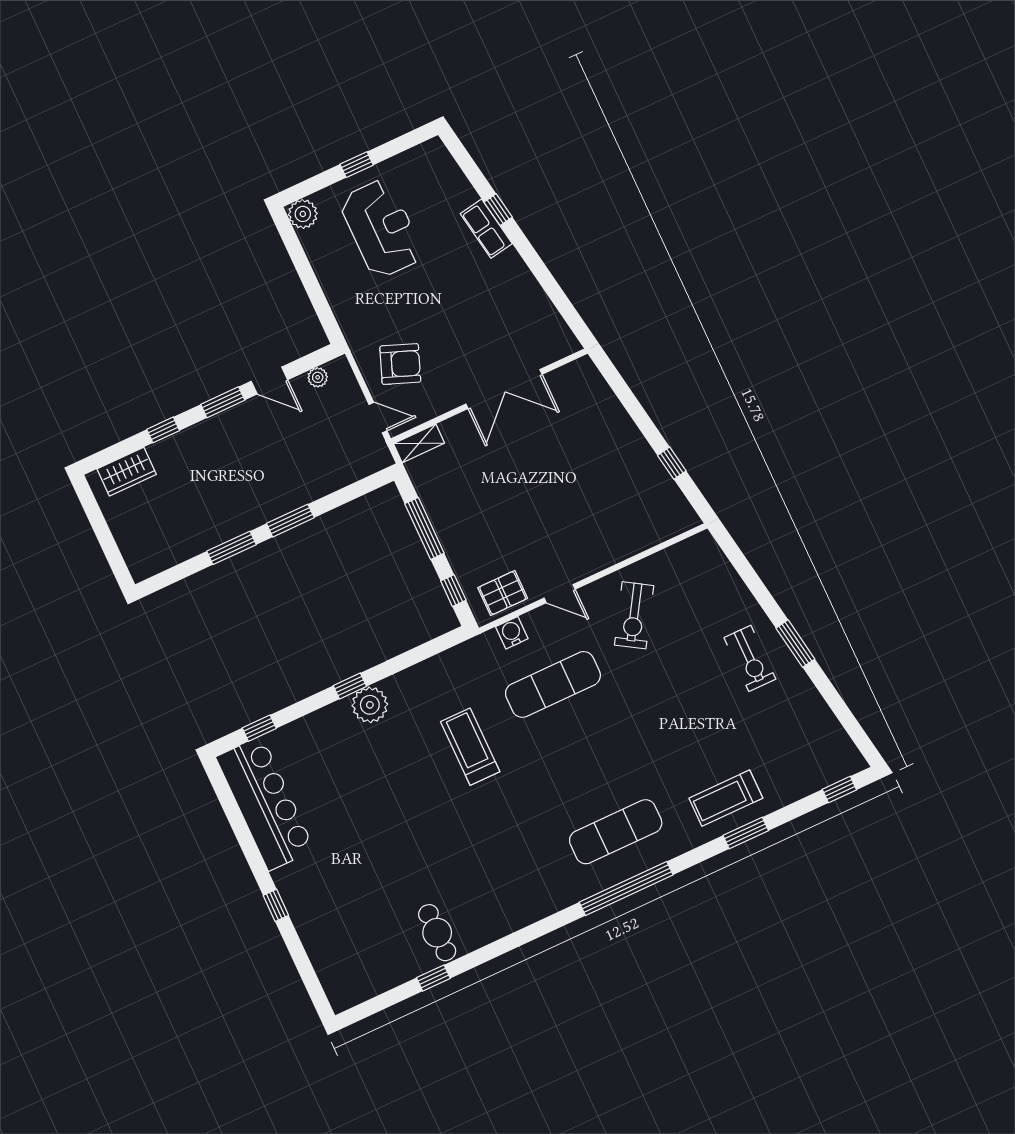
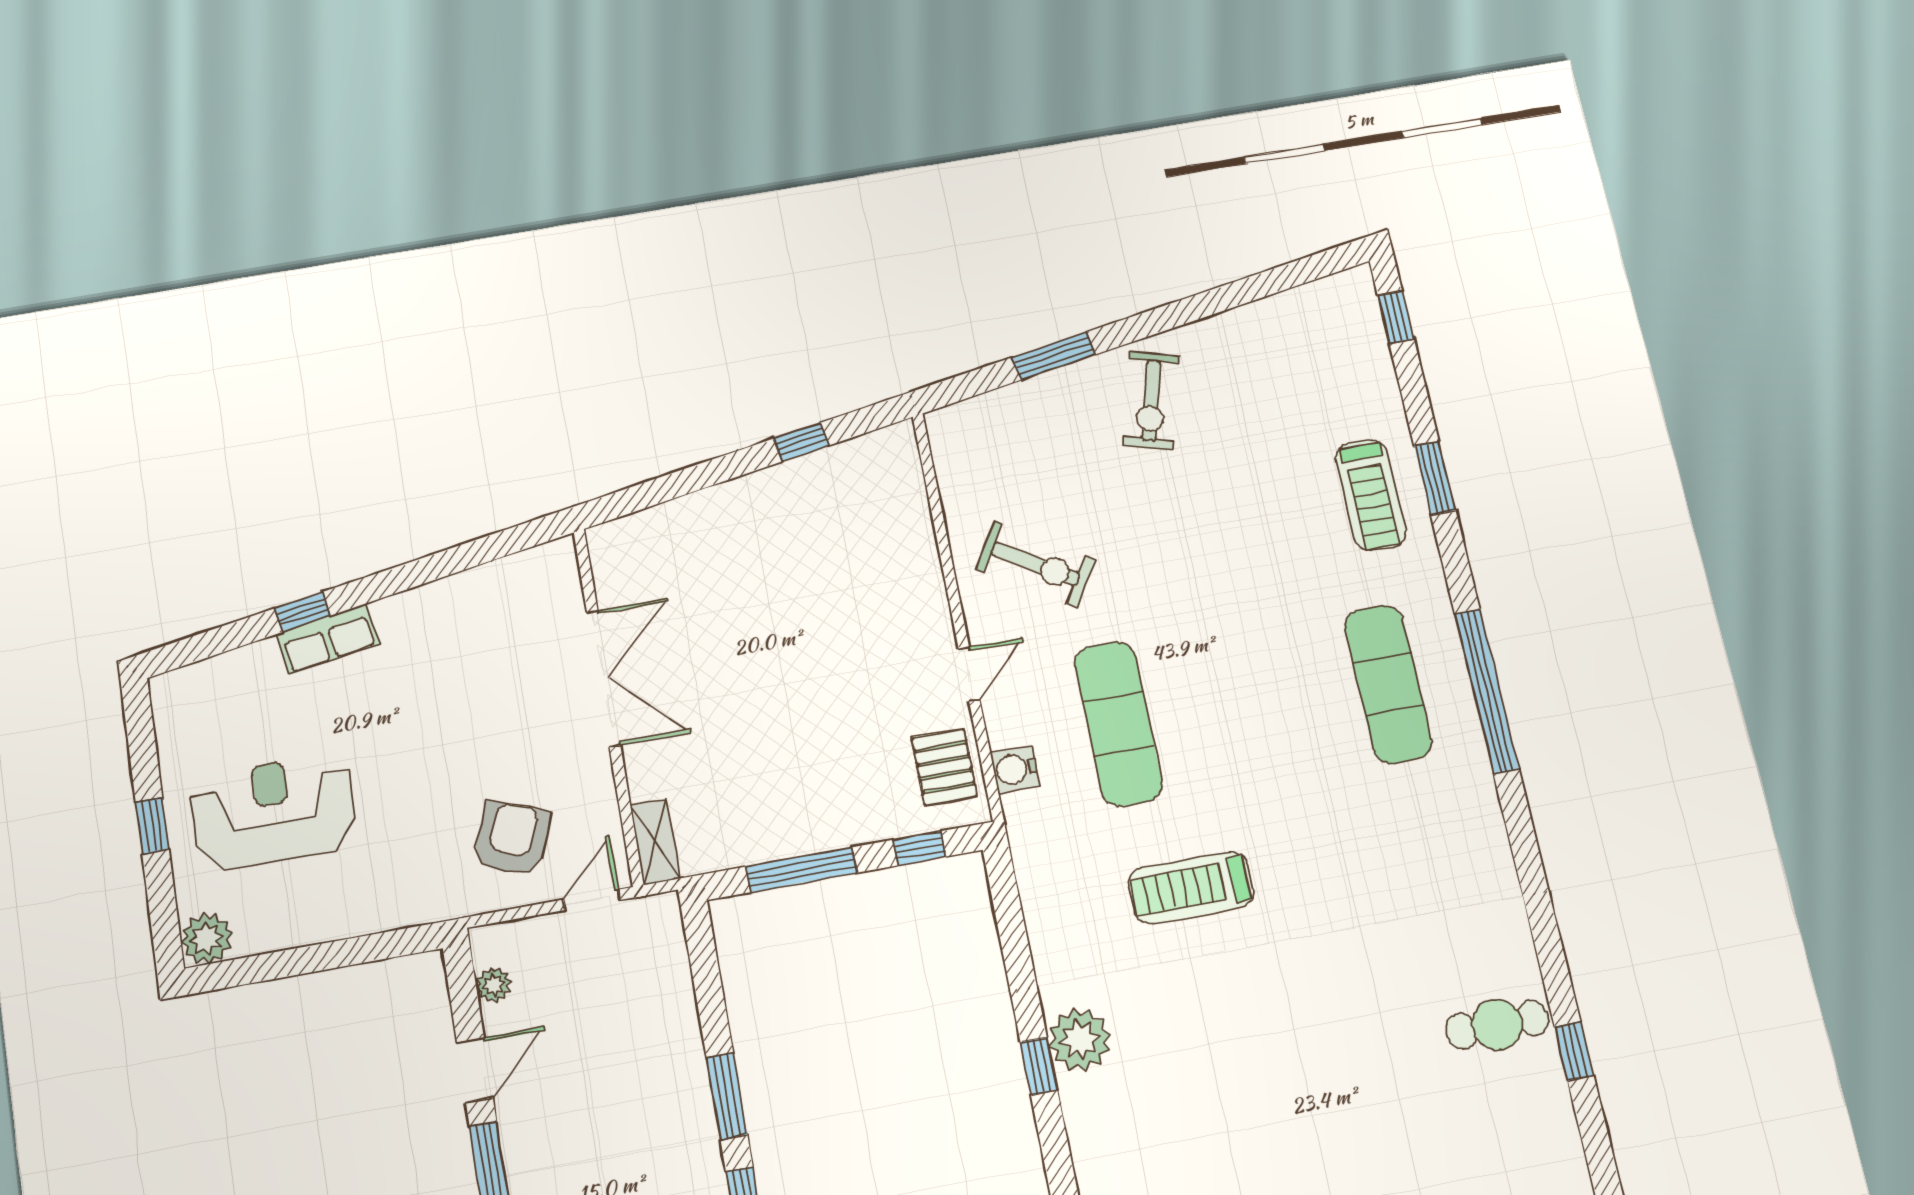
window: (795, 644) -> (1054, 356), moved
exercise bike: (750, 658) -> (1151, 401), turned 106

